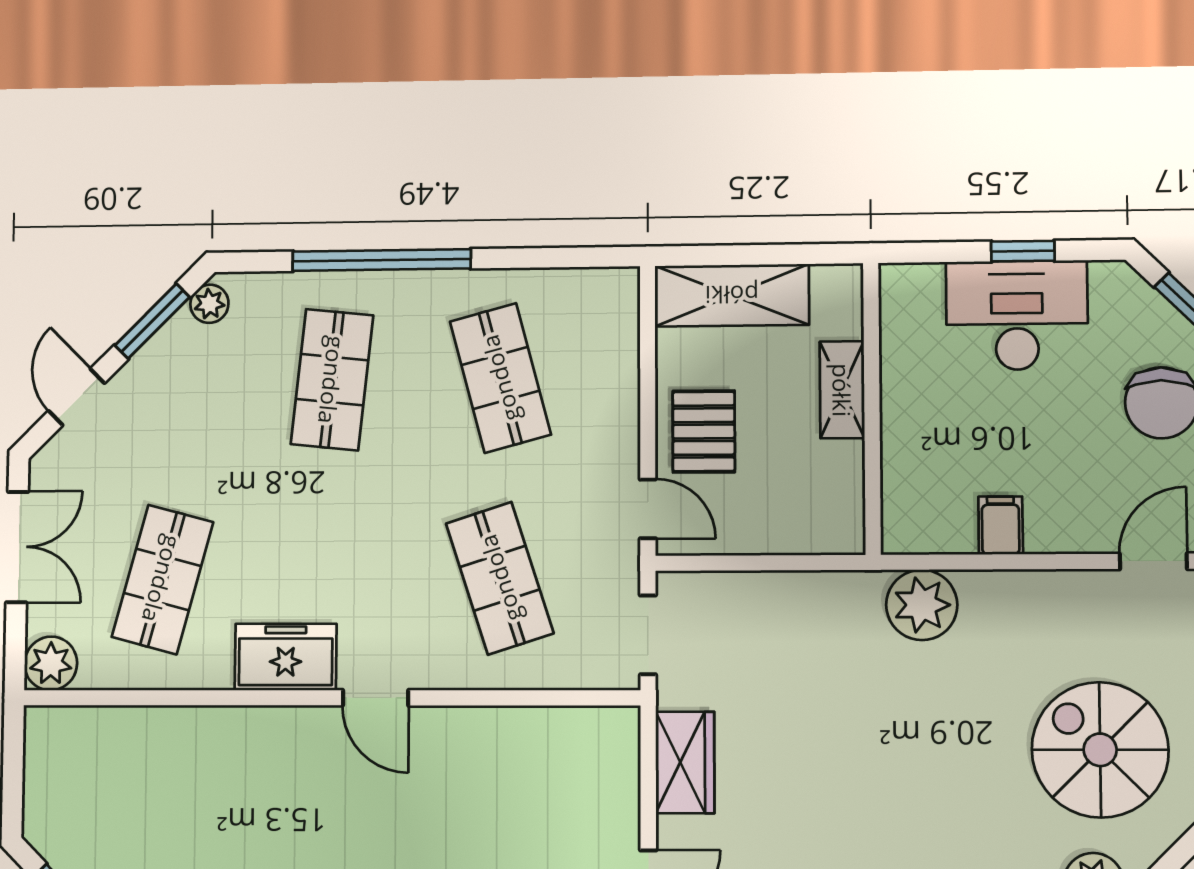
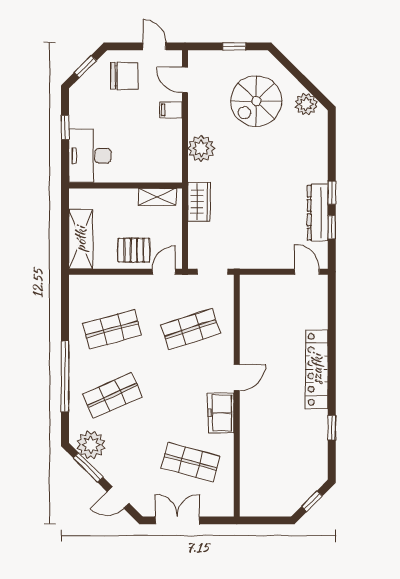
plant: (209, 304) -> (91, 445), width x1.87, depth x1.87
desk: (1017, 315) -> (90, 156), moved
shop shelf: (332, 380) -> (112, 396), turned -30
shelving: (842, 390) -> (157, 197), moved
filing cabinet: (1001, 525) -> (171, 110), moved
plant: (922, 605) -> (201, 148), moved
plant: (51, 663) -> (223, 506), removed
wardrobe: (685, 762) -> (199, 202), moved, turned 90

